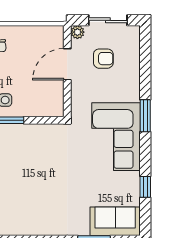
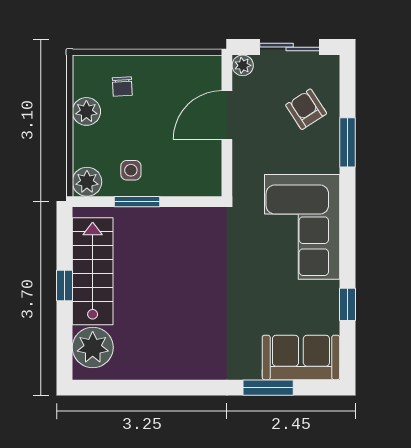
armchair: (103, 59) -> (306, 109), moved, turned -123
window: (145, 116) -> (347, 142), moved

